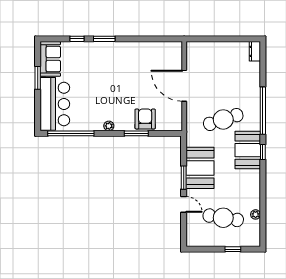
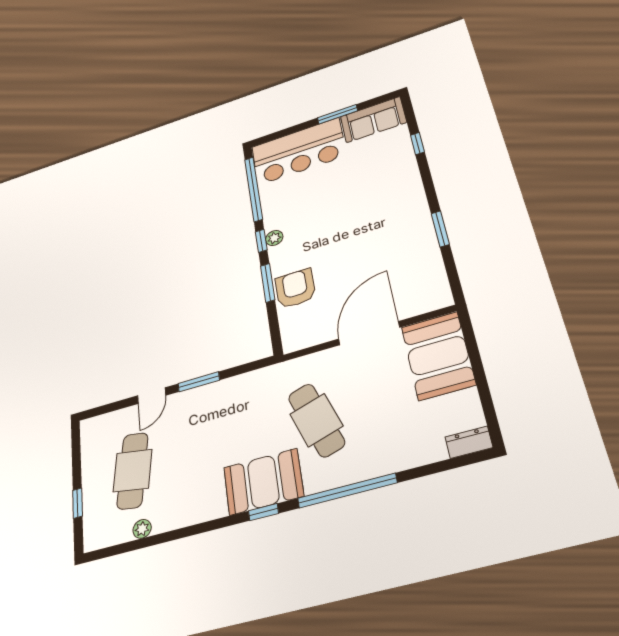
window: (104, 39) -> (440, 229), moved
armchair: (145, 119) -> (295, 289), turned -90
window: (108, 133) -> (261, 241), added
booth: (200, 168) -> (438, 356), moved, turned 90

